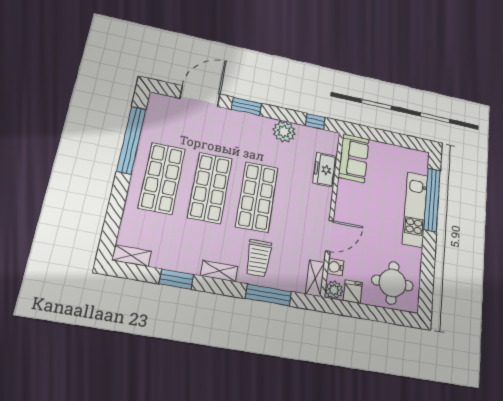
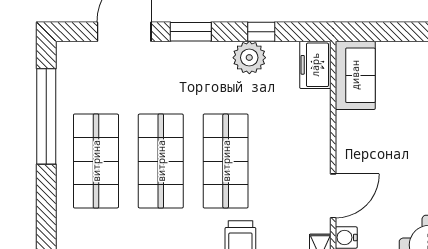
window: (315, 121) -> (261, 32), moved
freezer: (325, 170) -> (315, 65), moved

